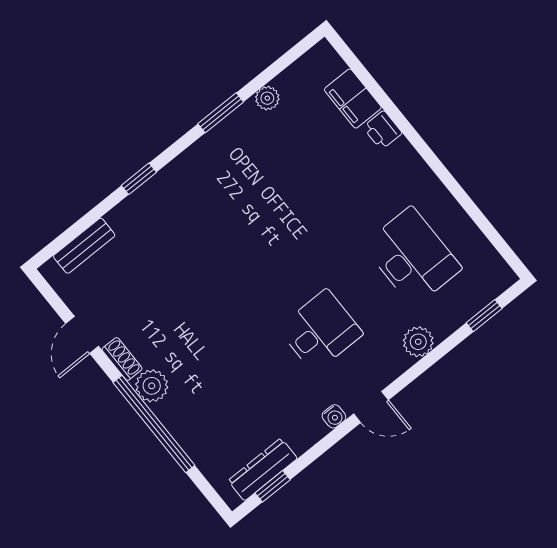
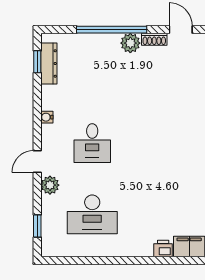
door: (371, 407) -> (37, 161), moved

